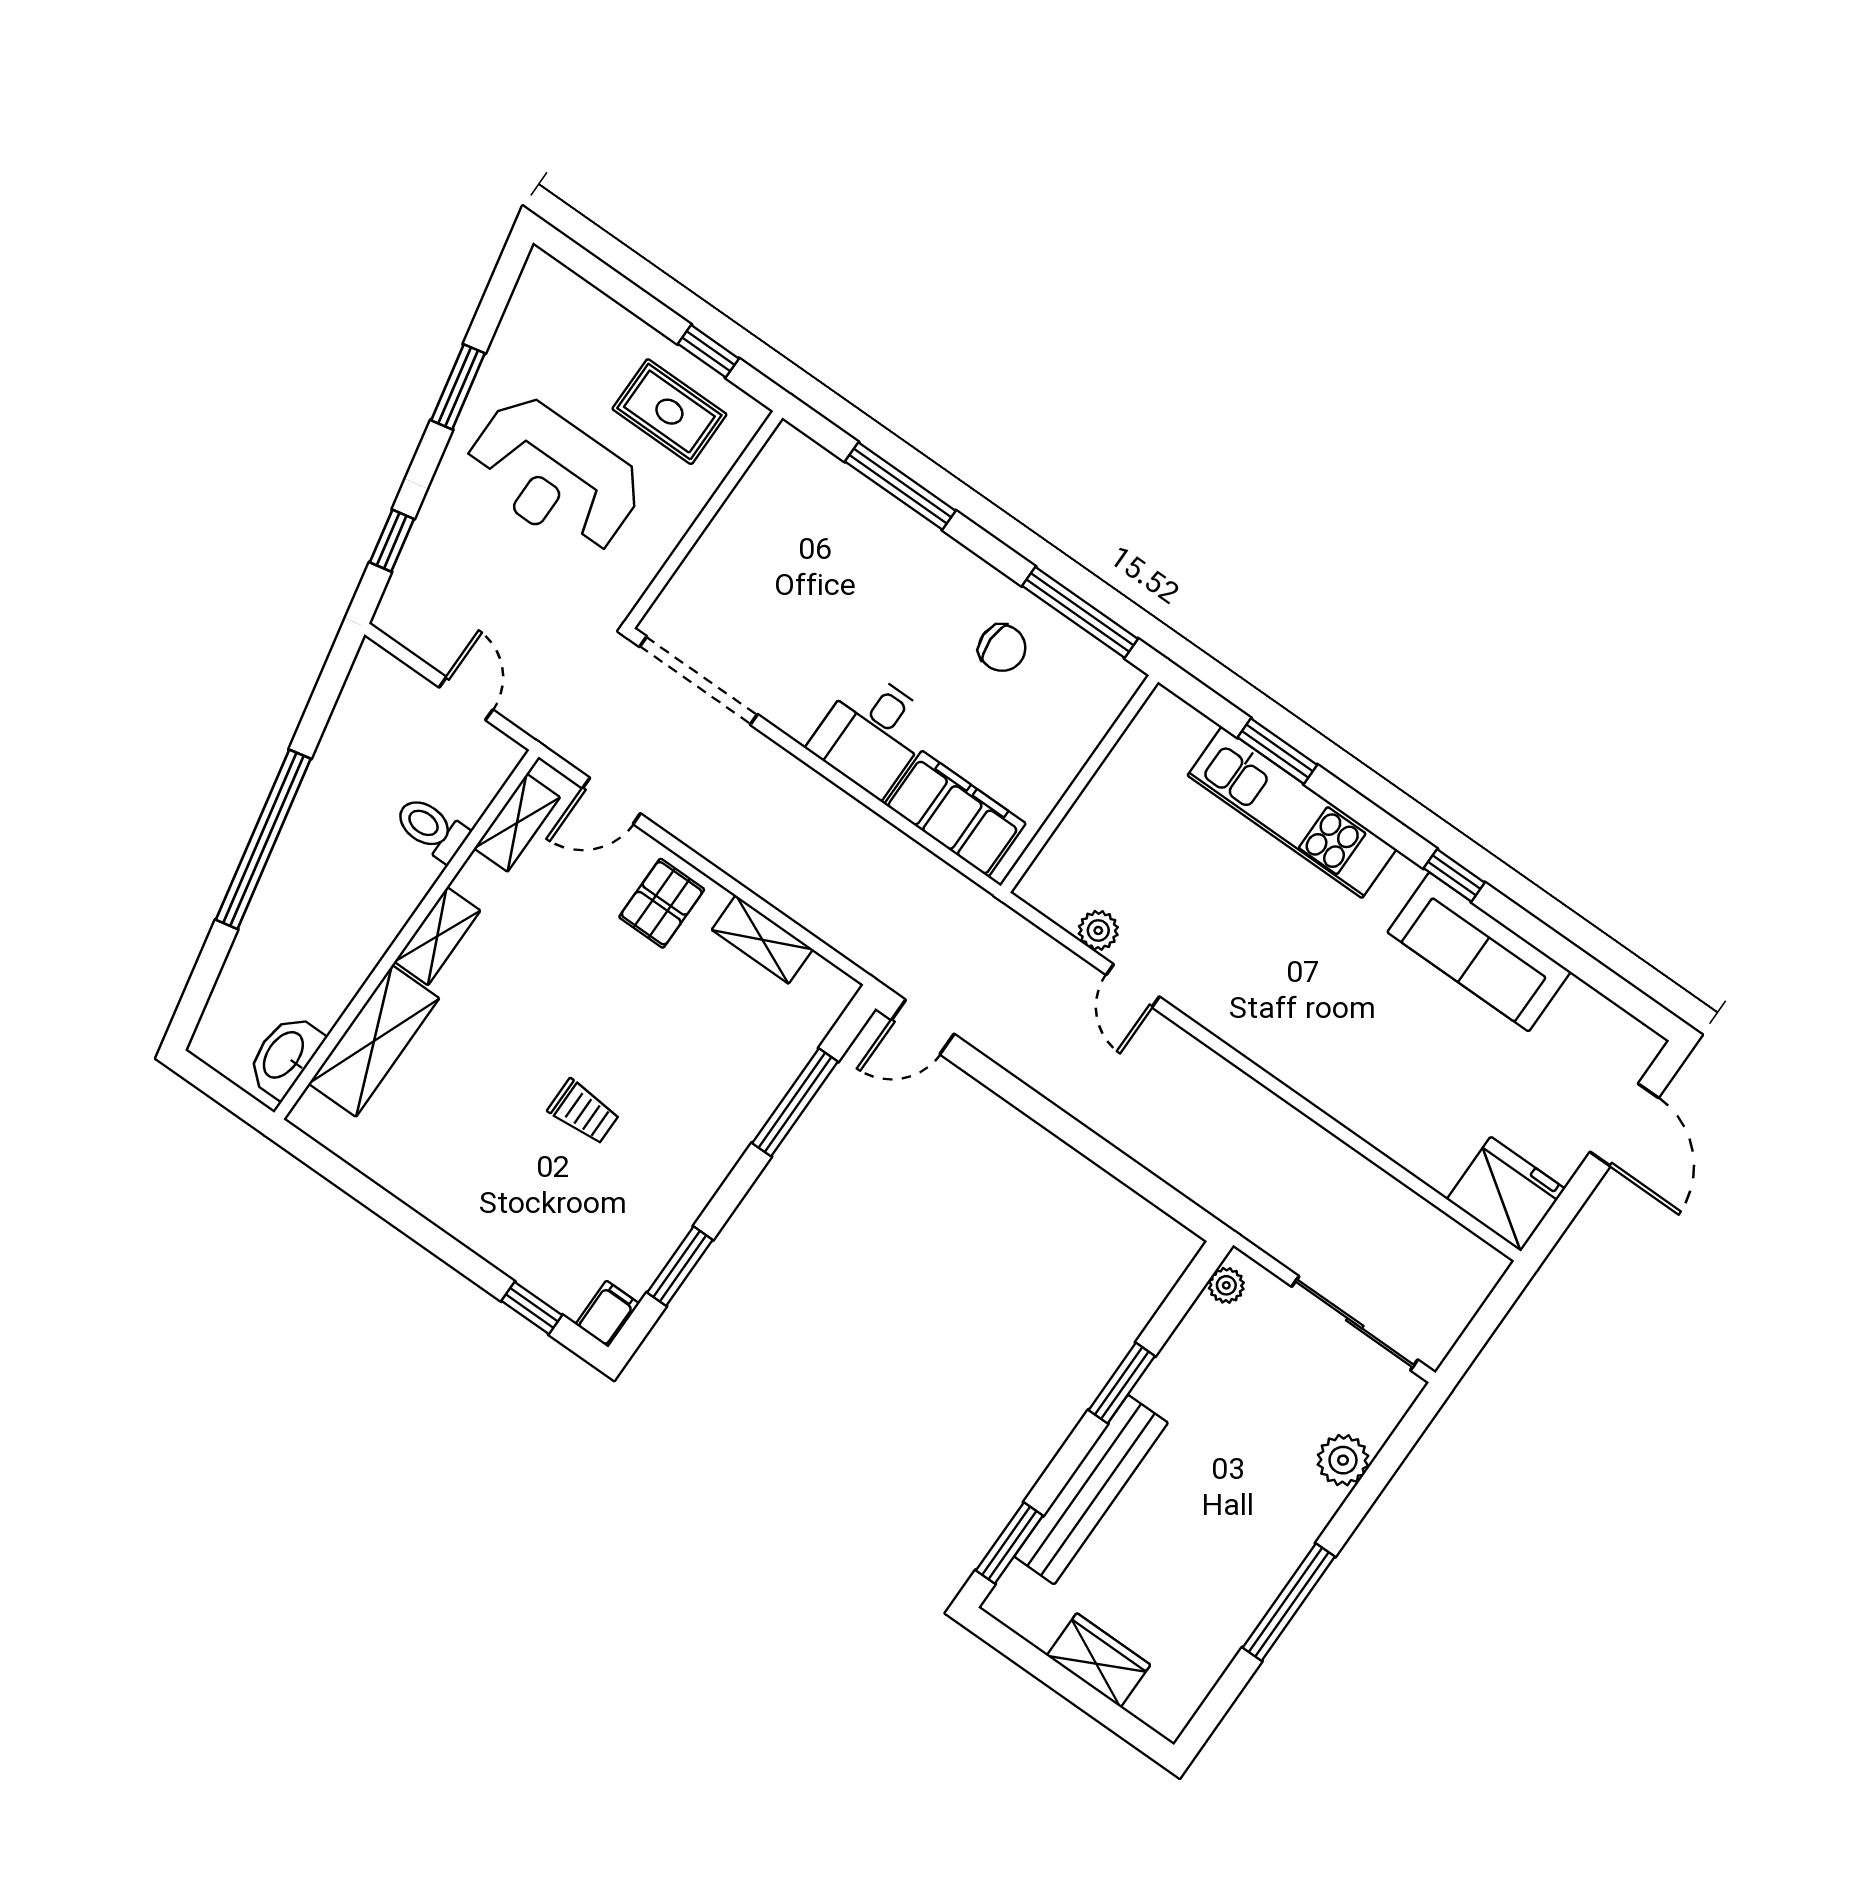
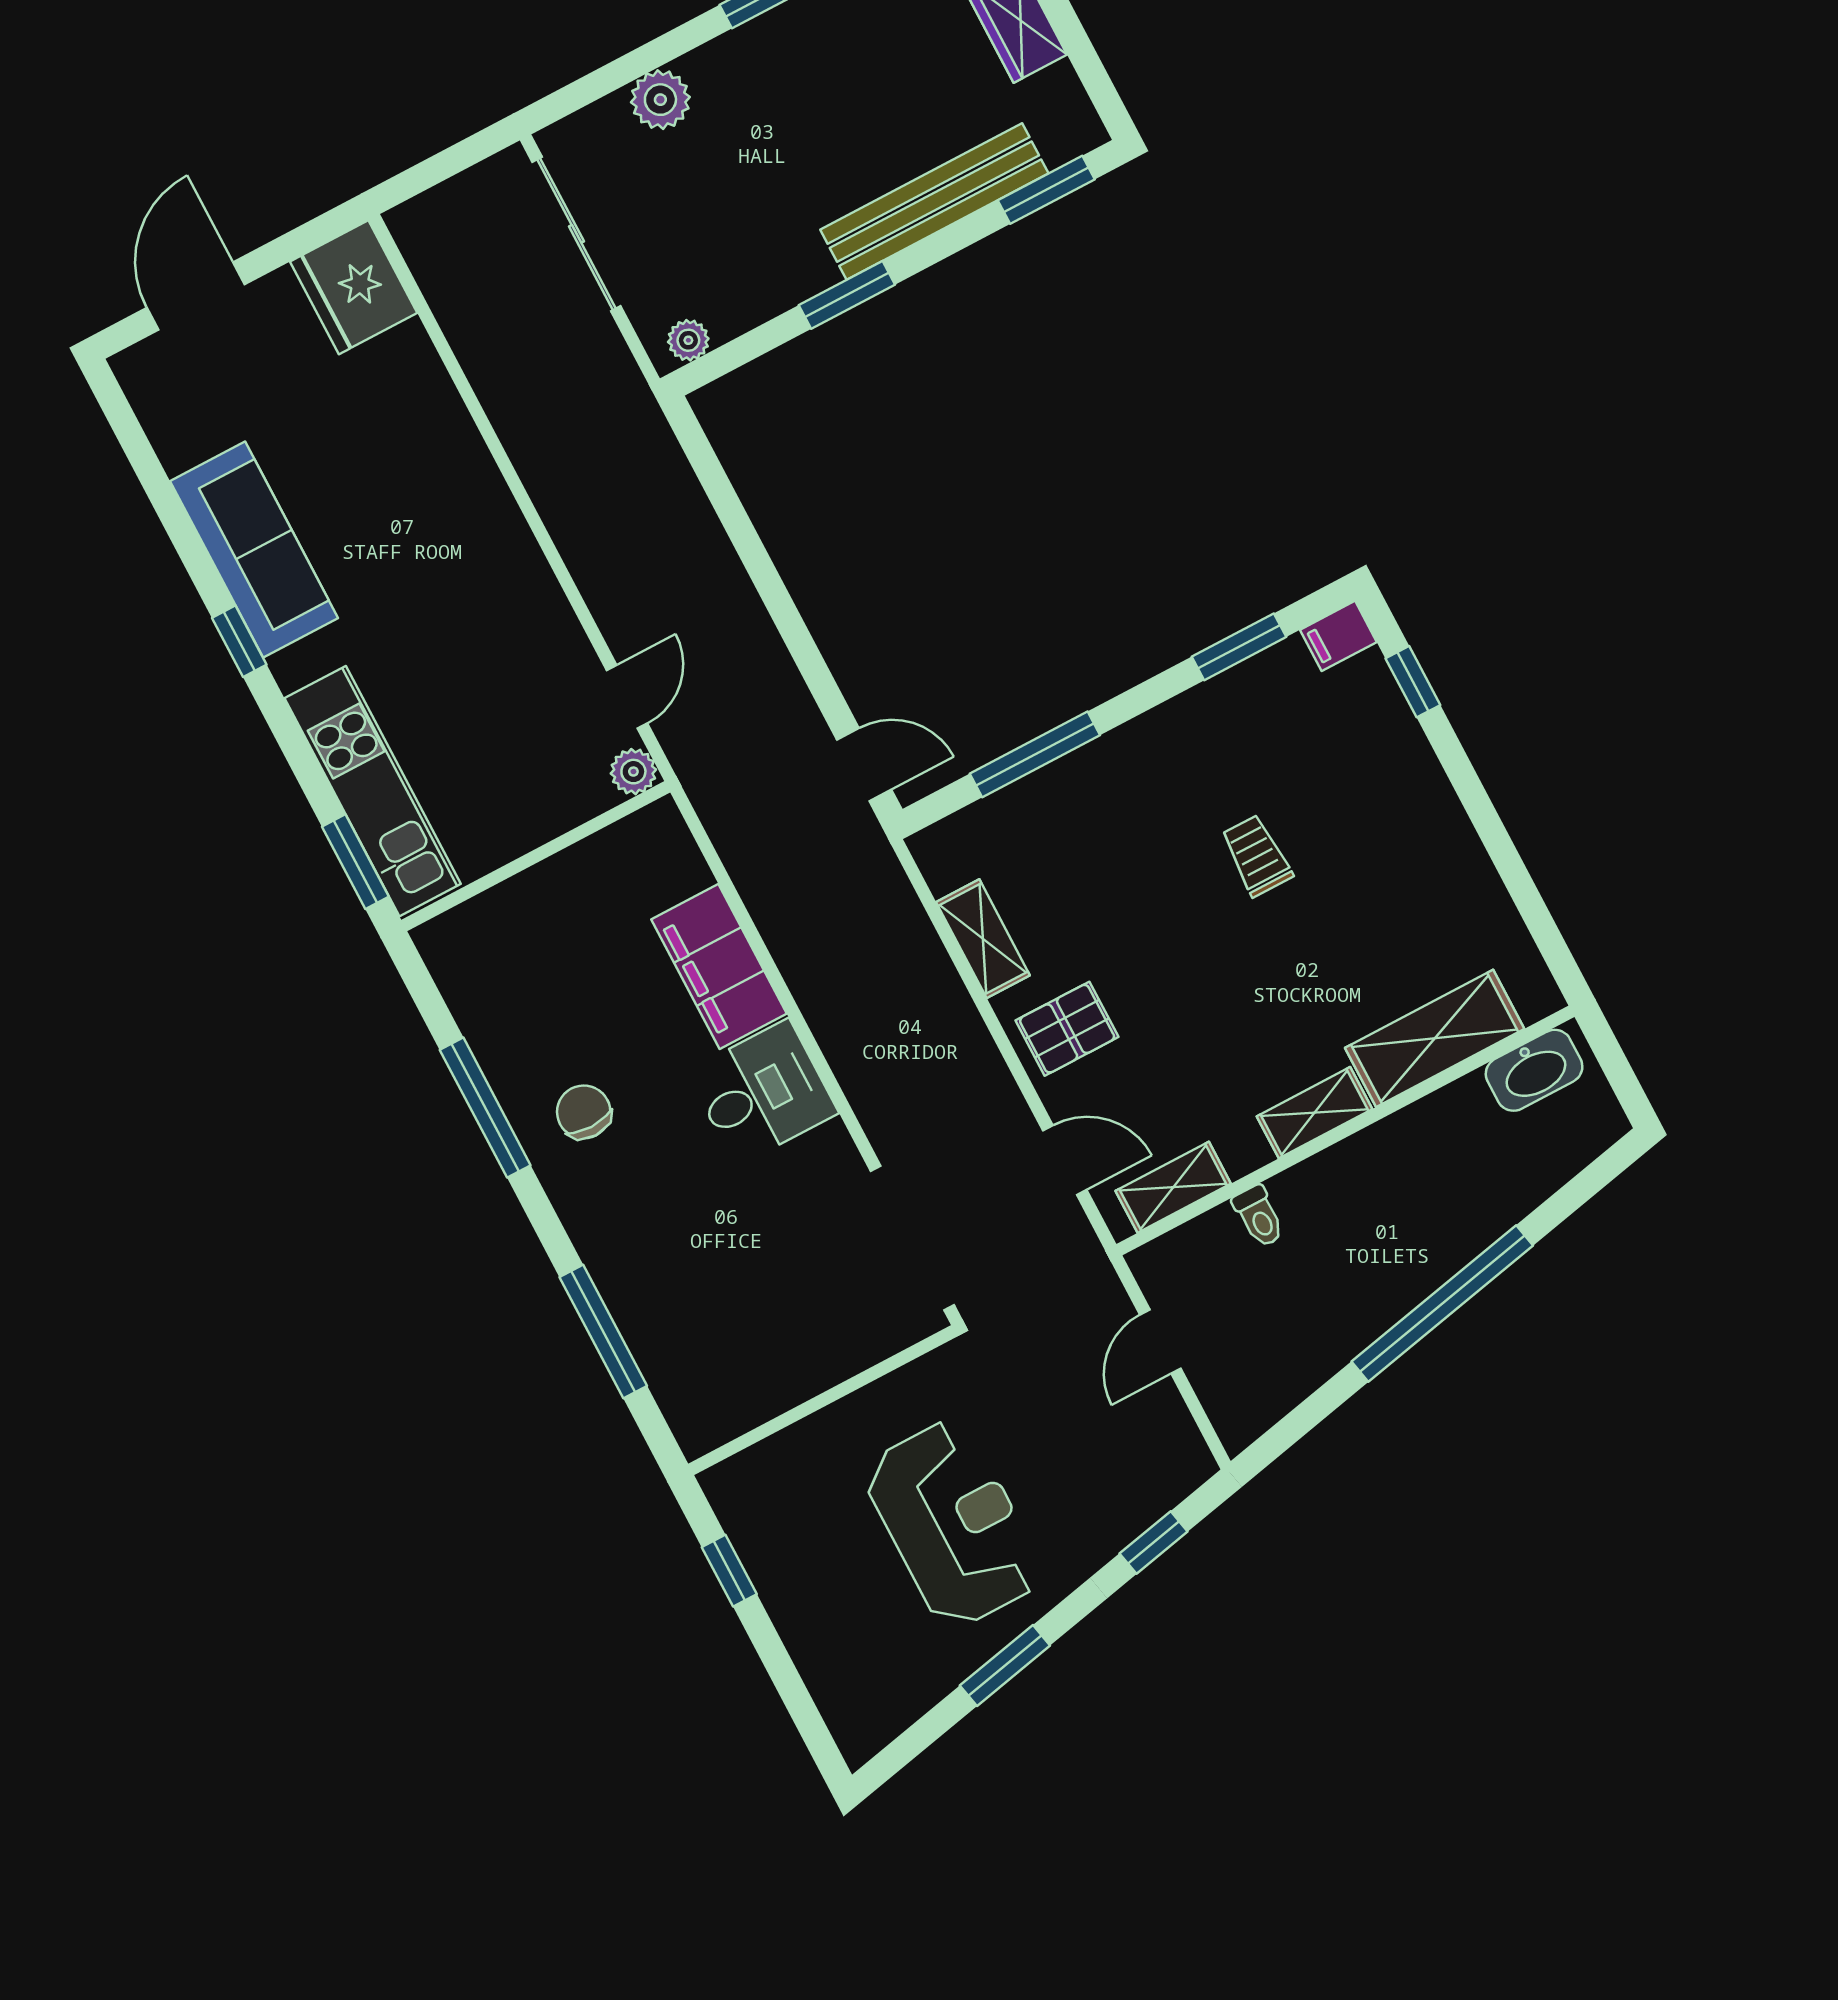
rug: (669, 412) -> (801, 1529), removed
wall: (1080, 784) -> (536, 856), moved
toilet: (431, 828) -> (1259, 1216), width x0.73, depth x0.72

